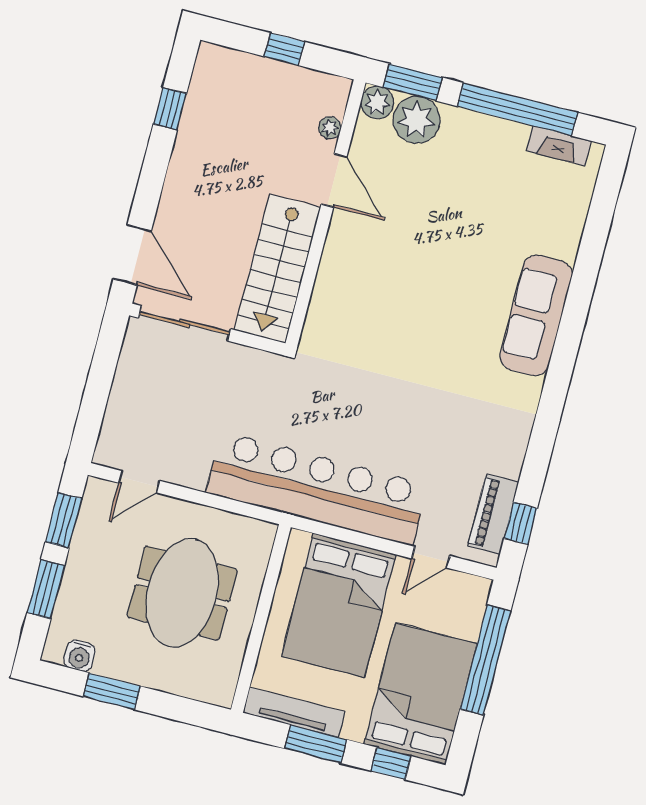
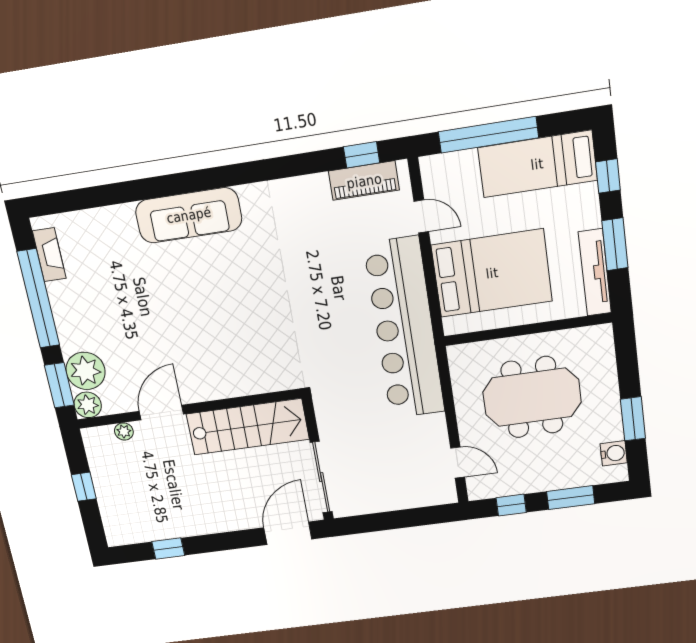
window: (64, 520) -> (511, 505), width x0.67
bed: (420, 694) -> (537, 164), width x0.67

